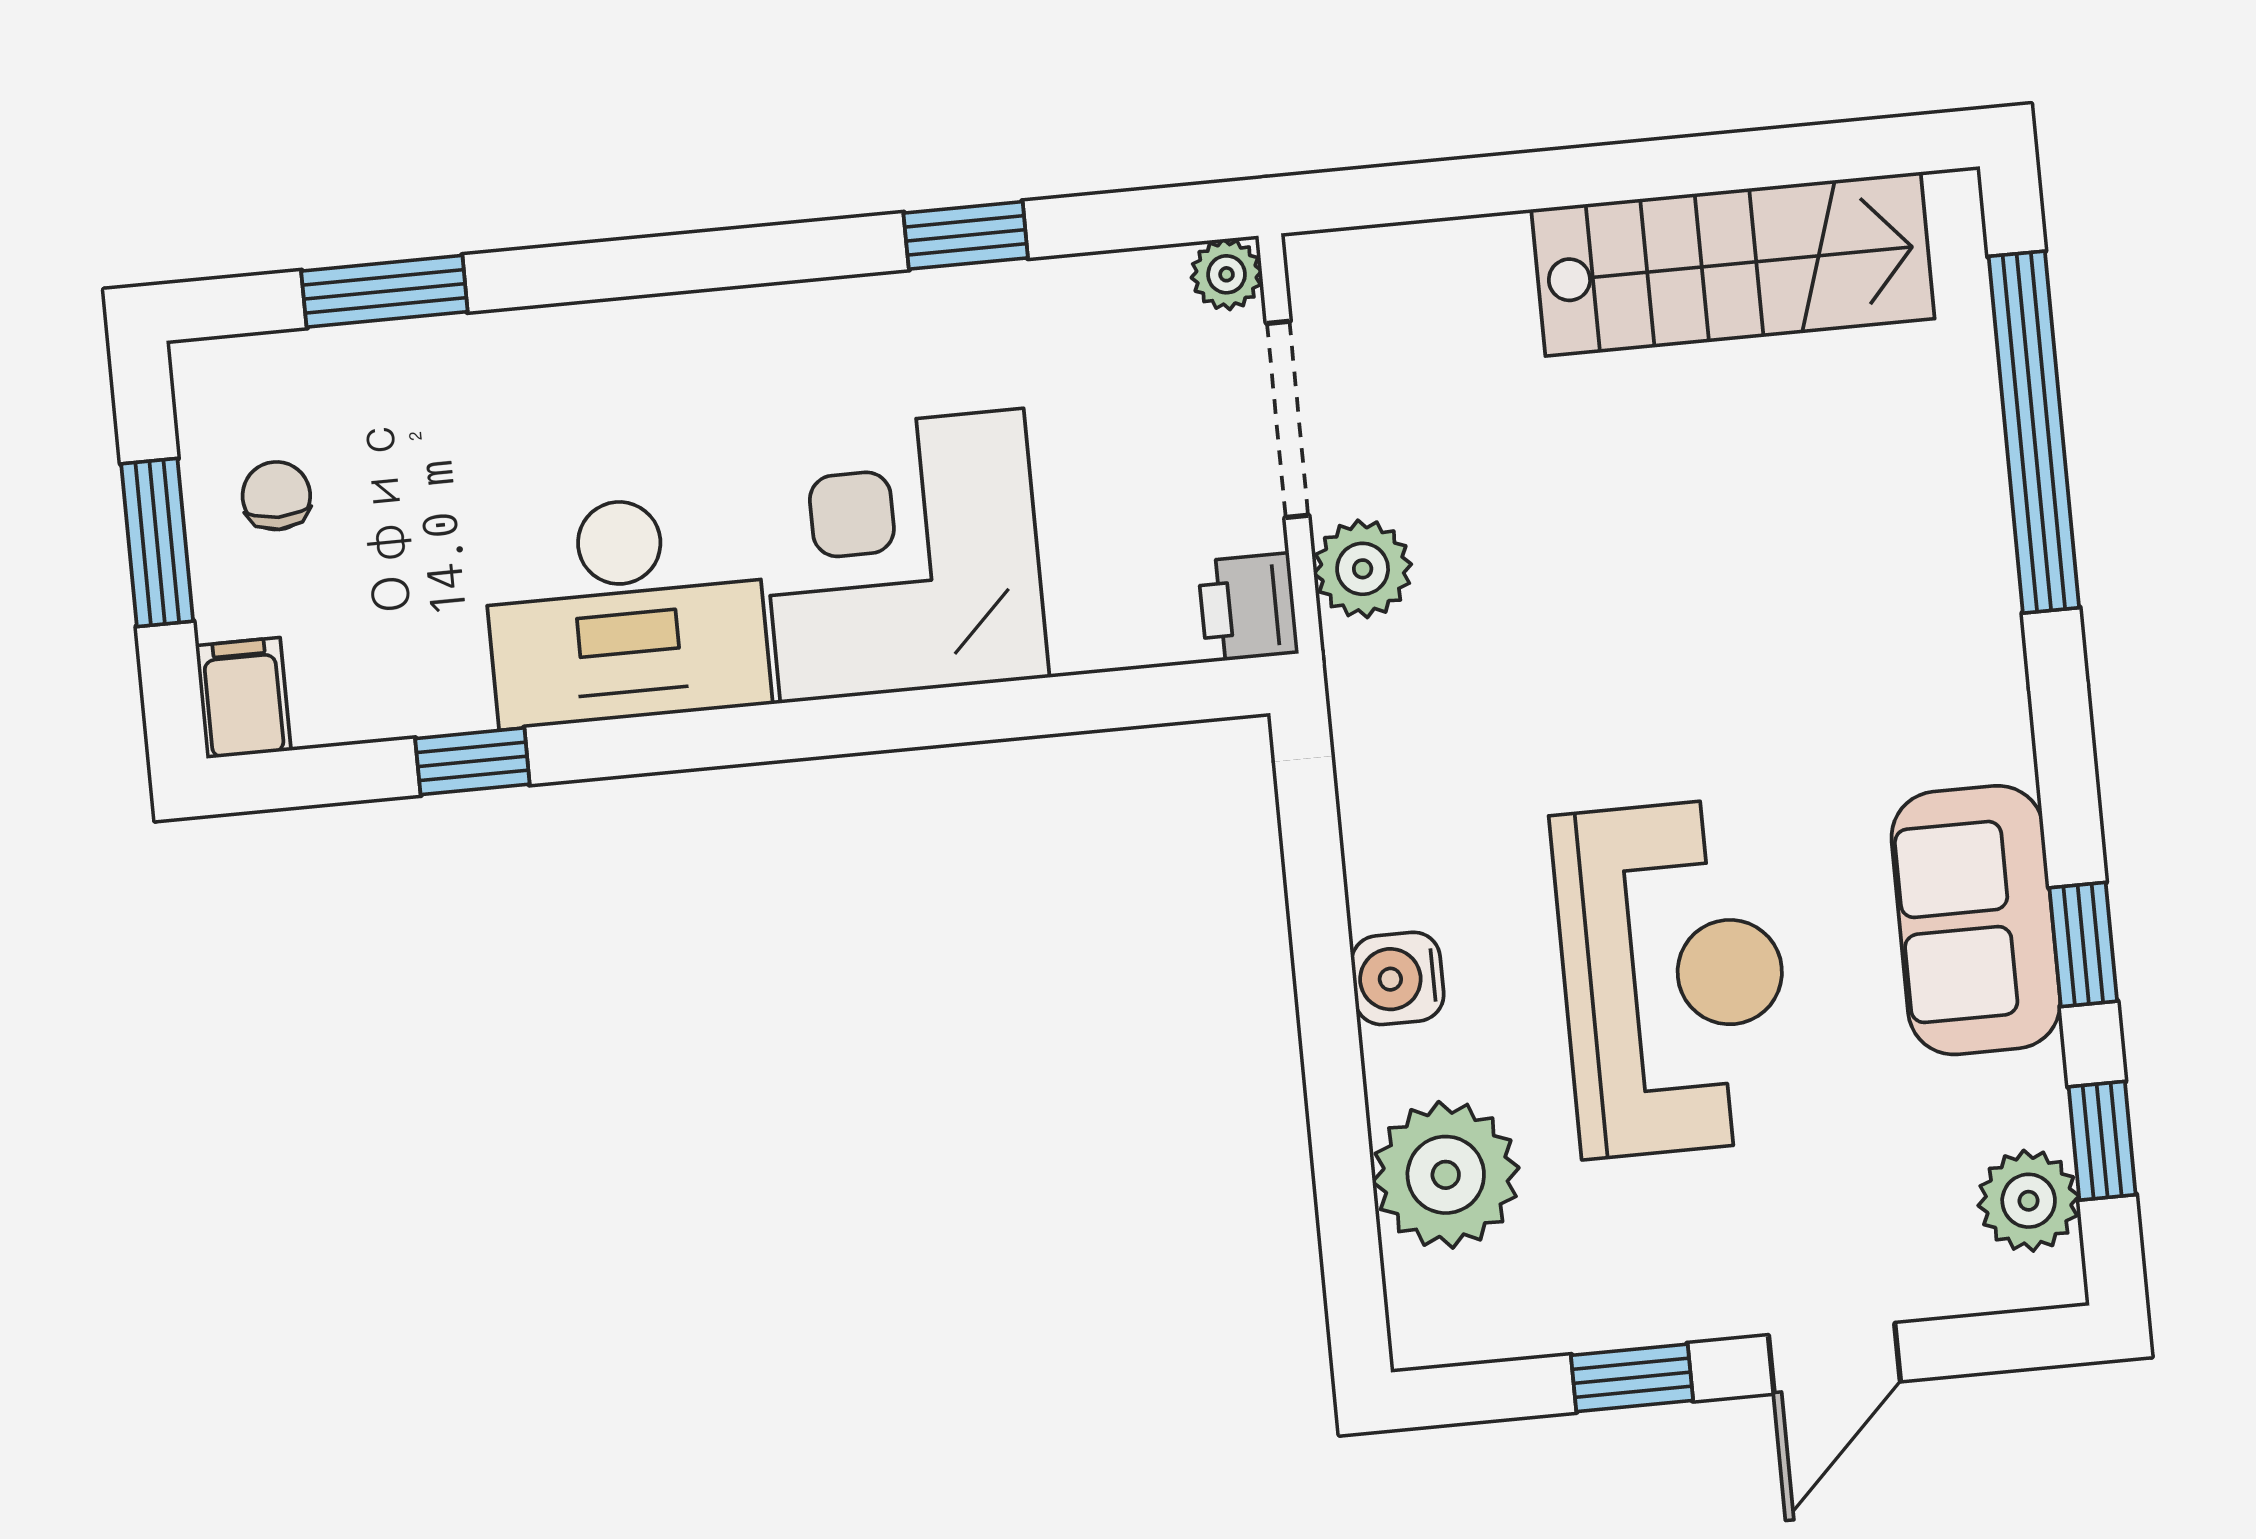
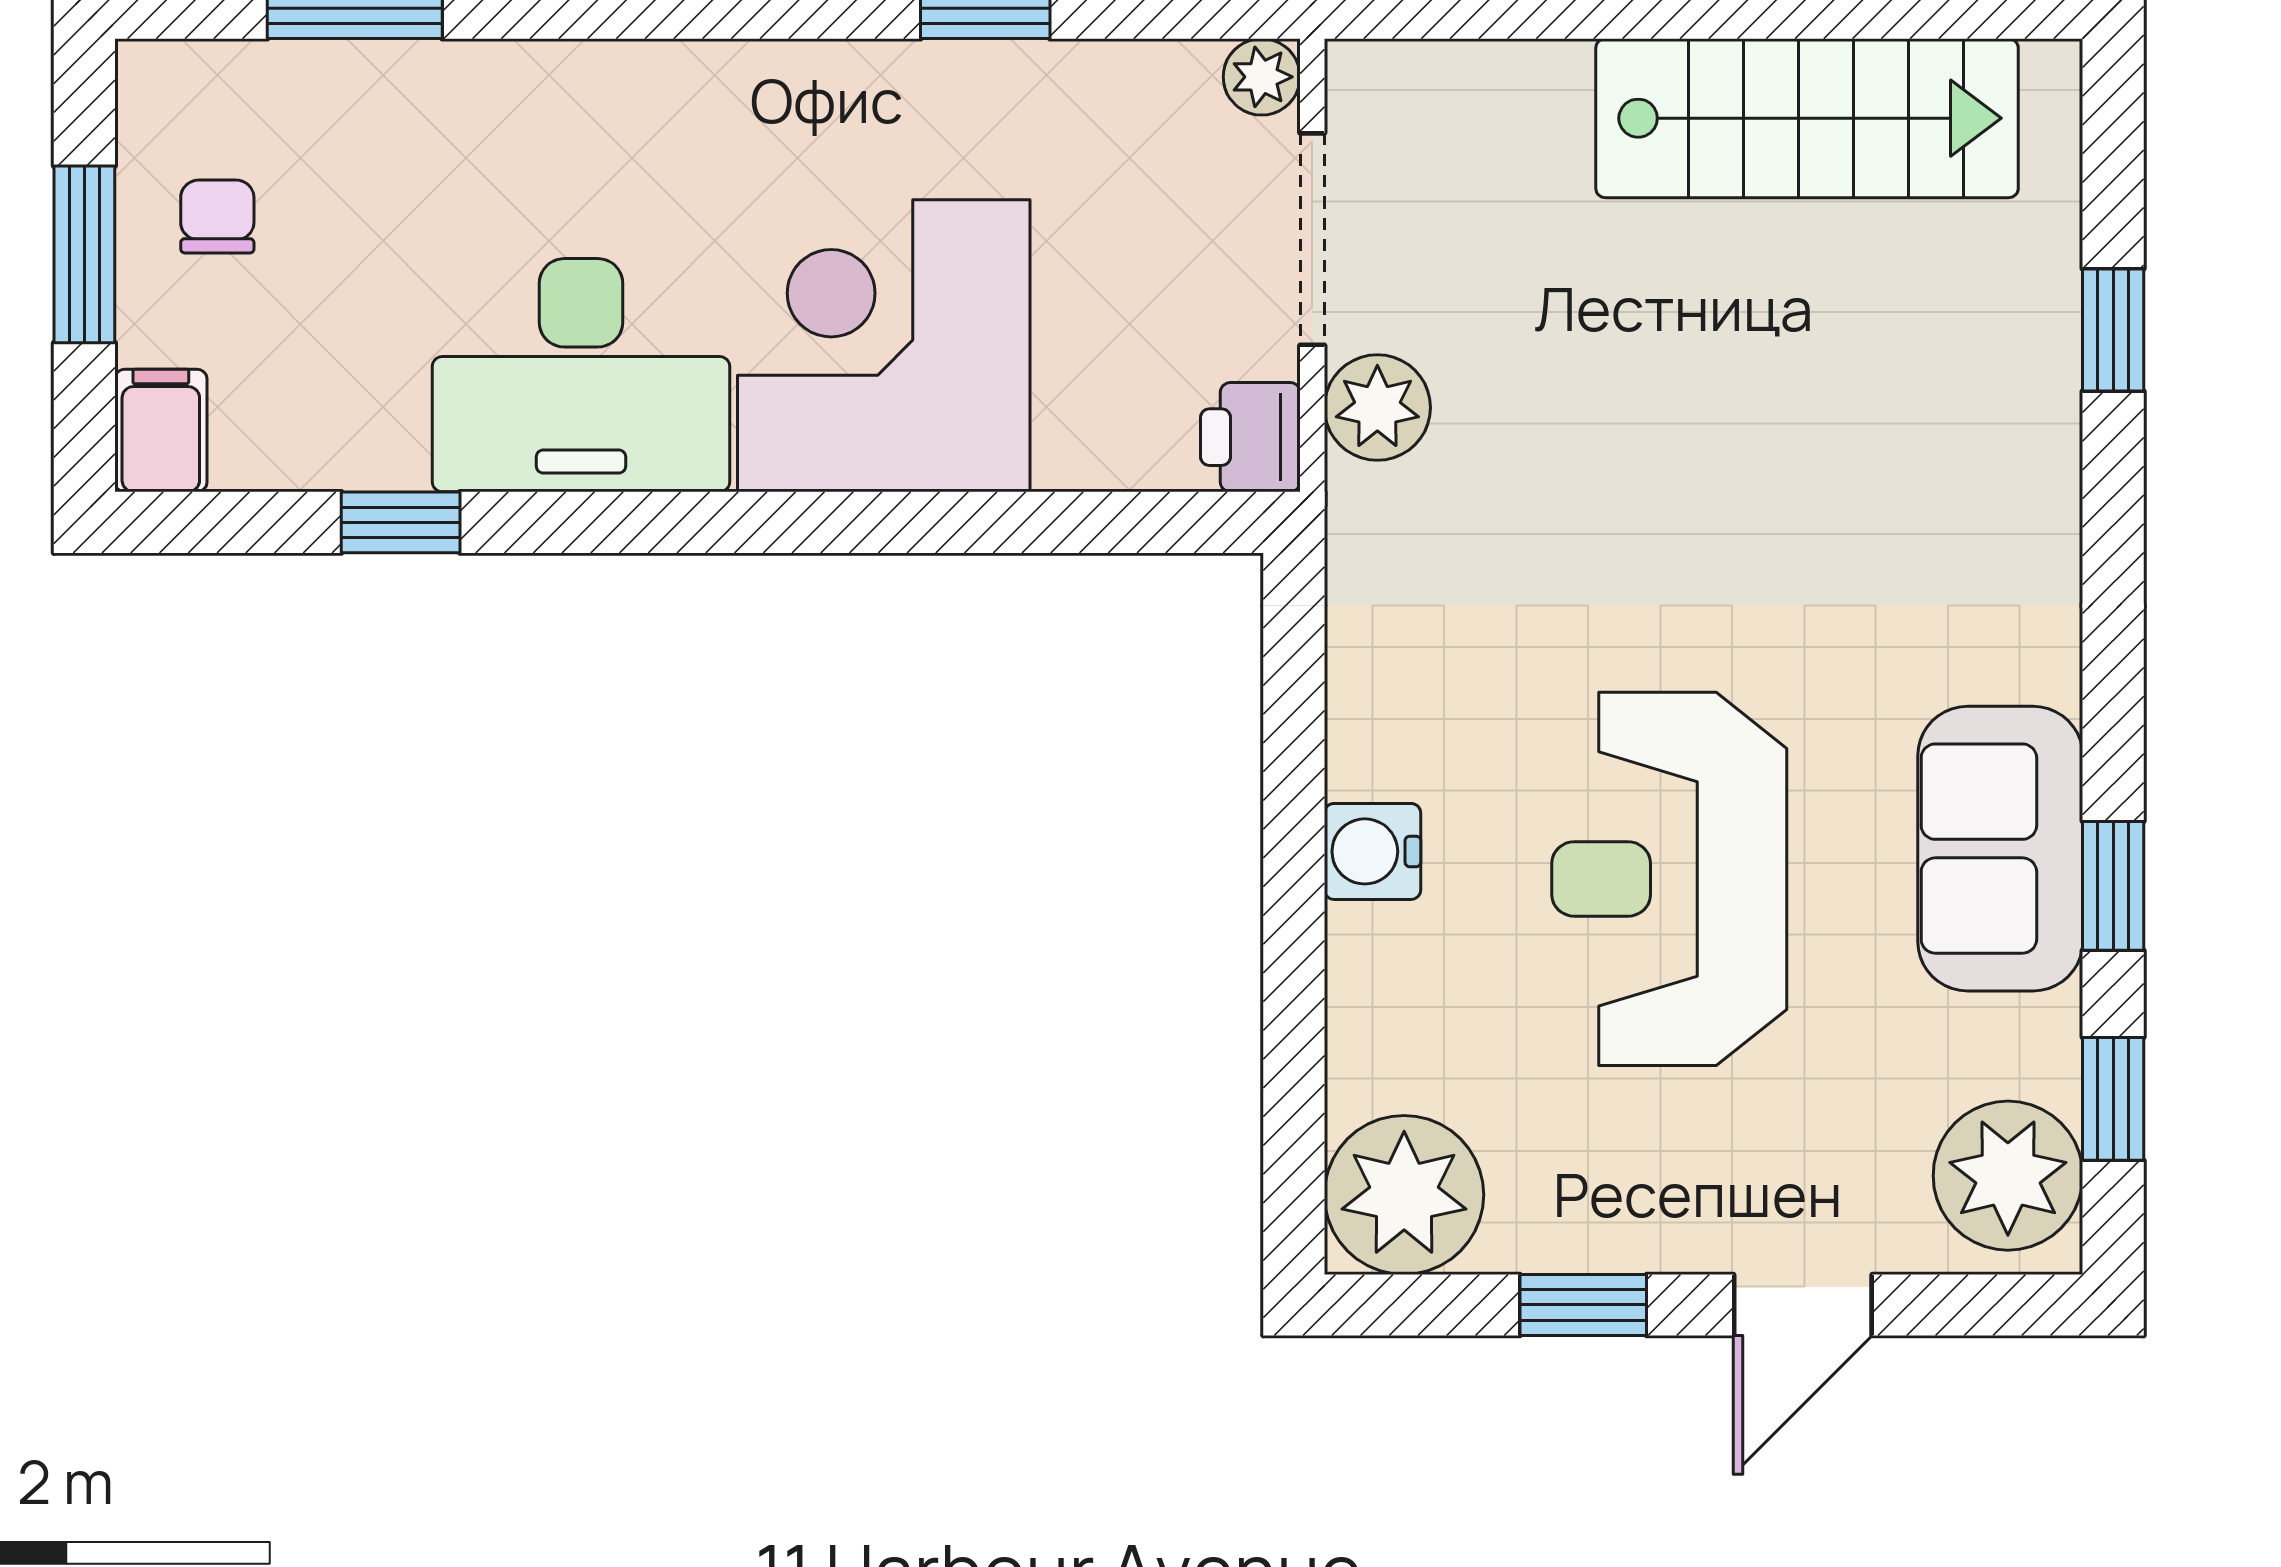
window: (2034, 432) -> (2113, 330), width x0.32
reception desk: (1673, 977) -> (1669, 879), turned 180
plant: (1446, 1175) -> (1404, 1195), moved
plant: (2029, 1201) -> (2008, 1176), width x1.36, depth x1.36

